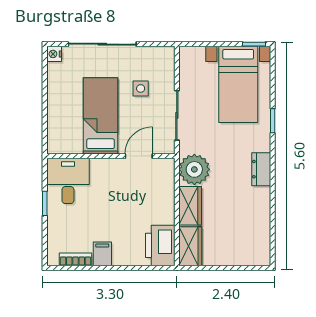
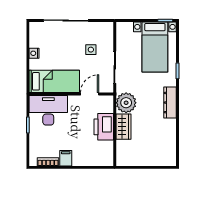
nightstand: (54, 54) -> (34, 53), moved
bed: (101, 116) -> (54, 81), moved, turned 90
dresser: (261, 169) -> (170, 103), width x1.44
desk: (68, 181) -> (48, 110), width x1.37
printer: (160, 245) -> (104, 127), moved
wardrobe: (190, 246) -> (123, 153), removed

